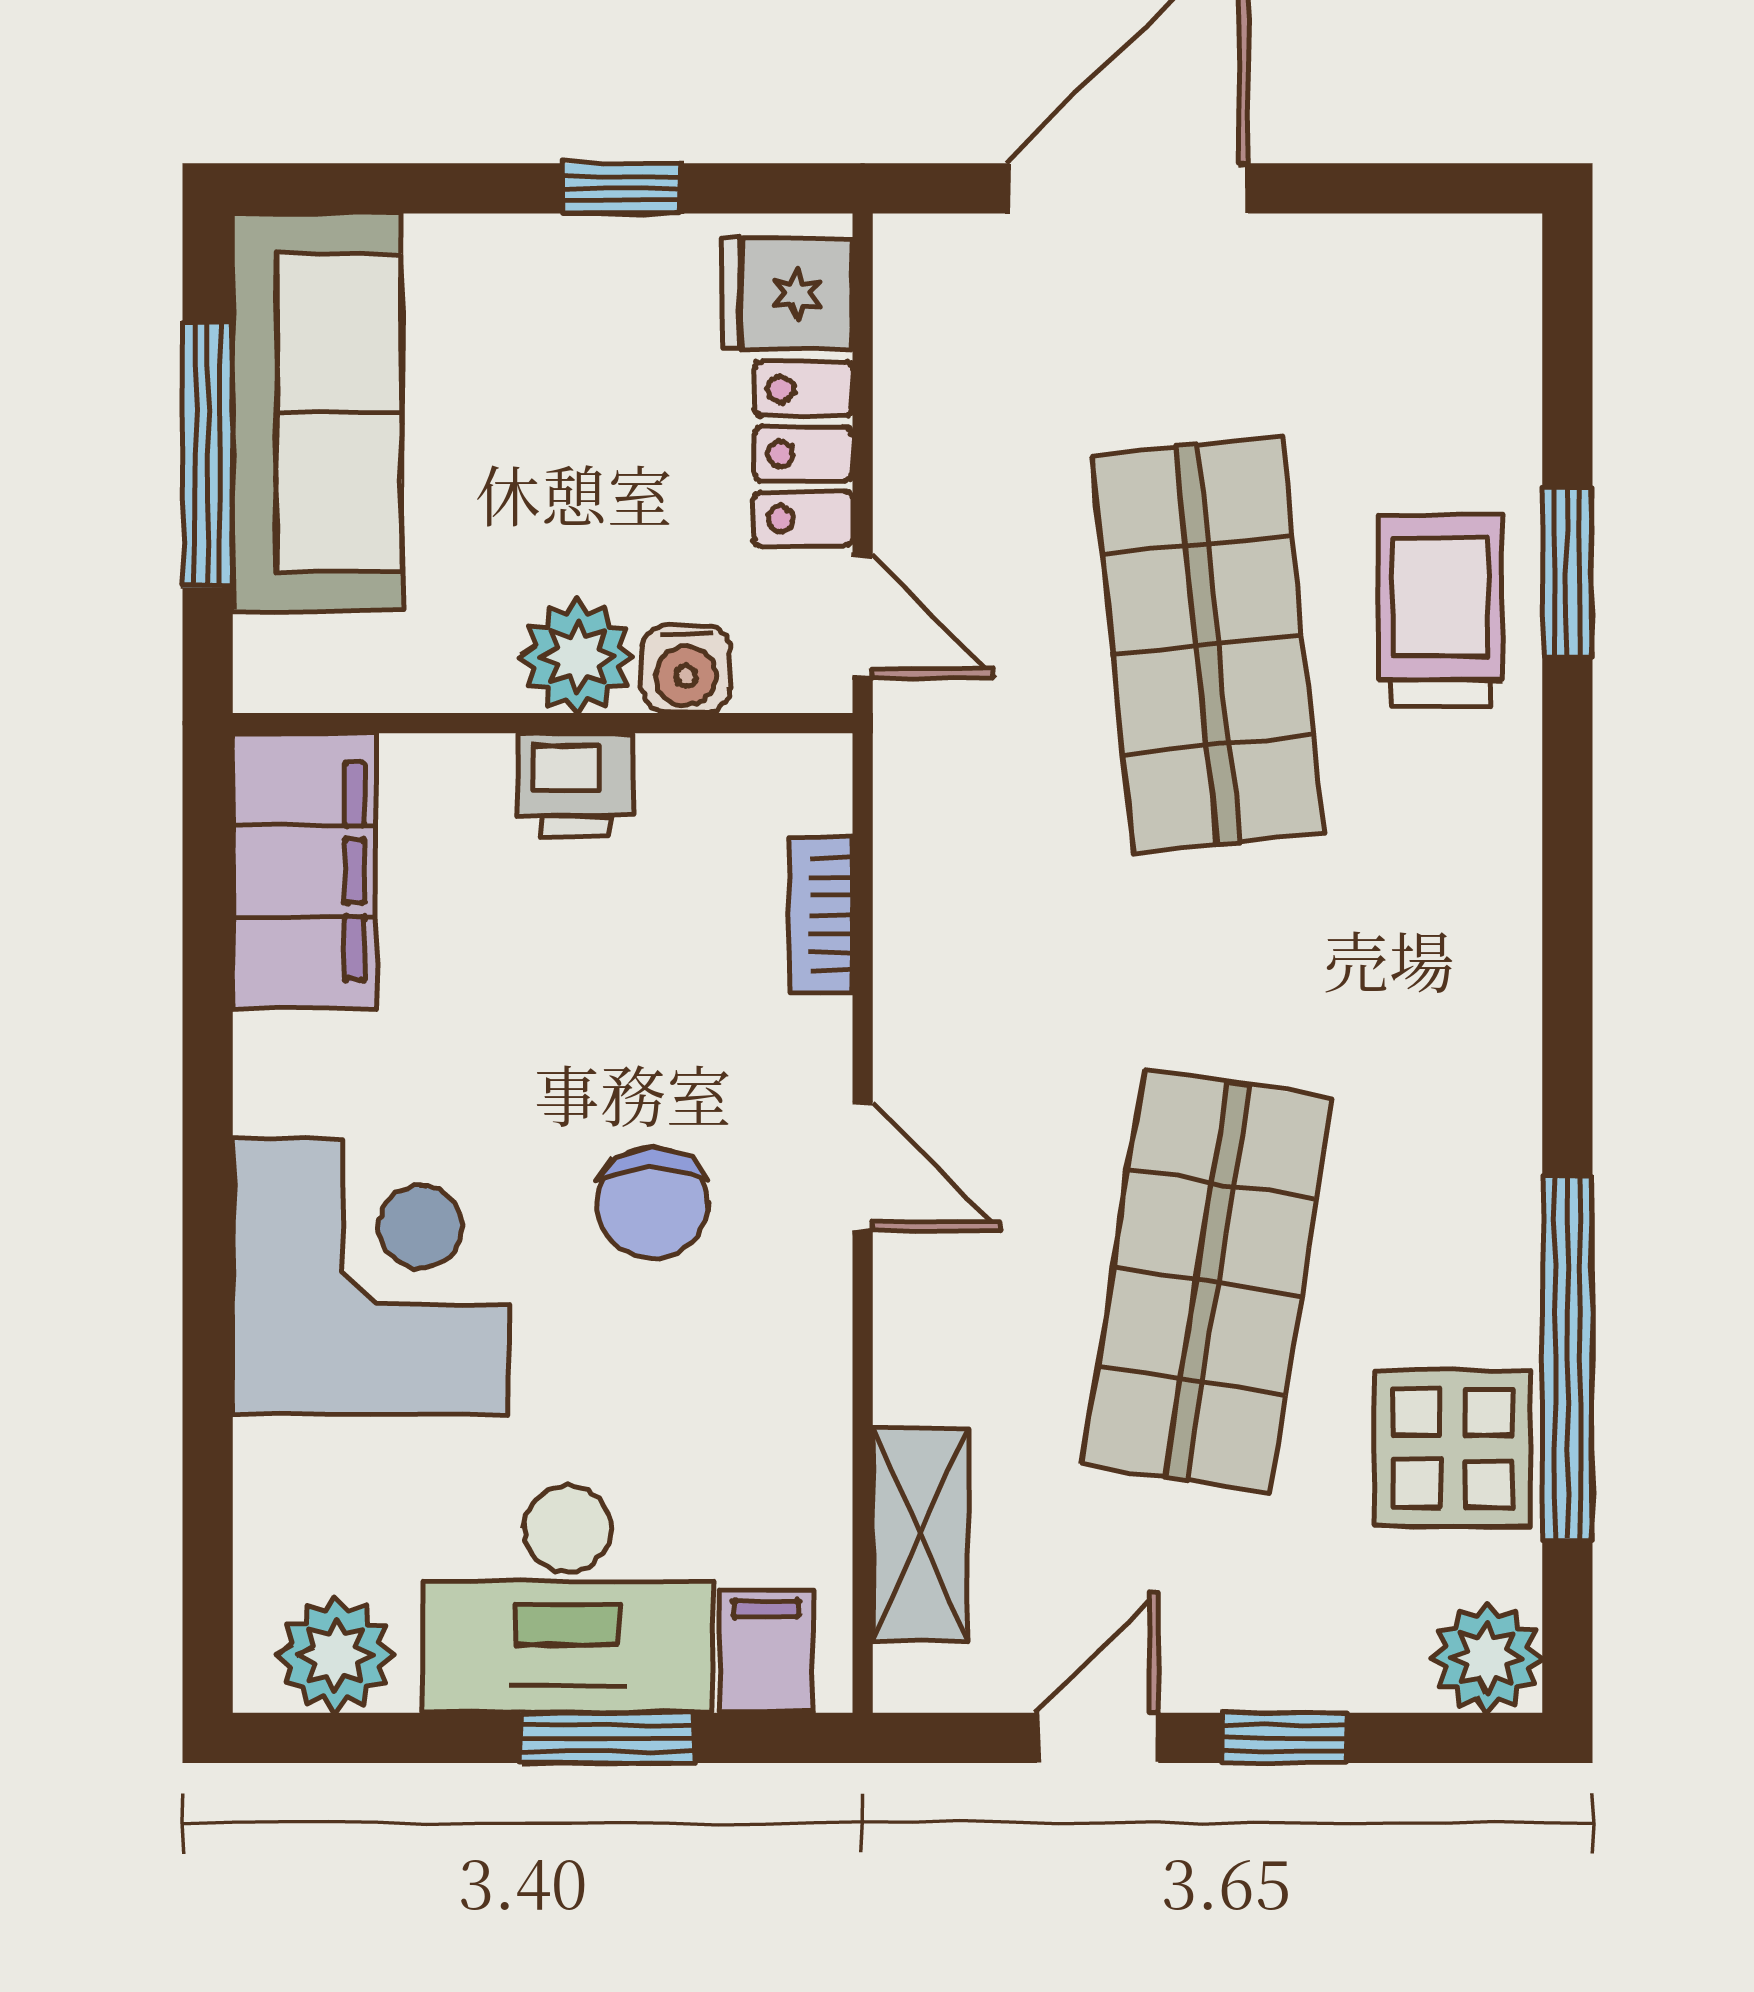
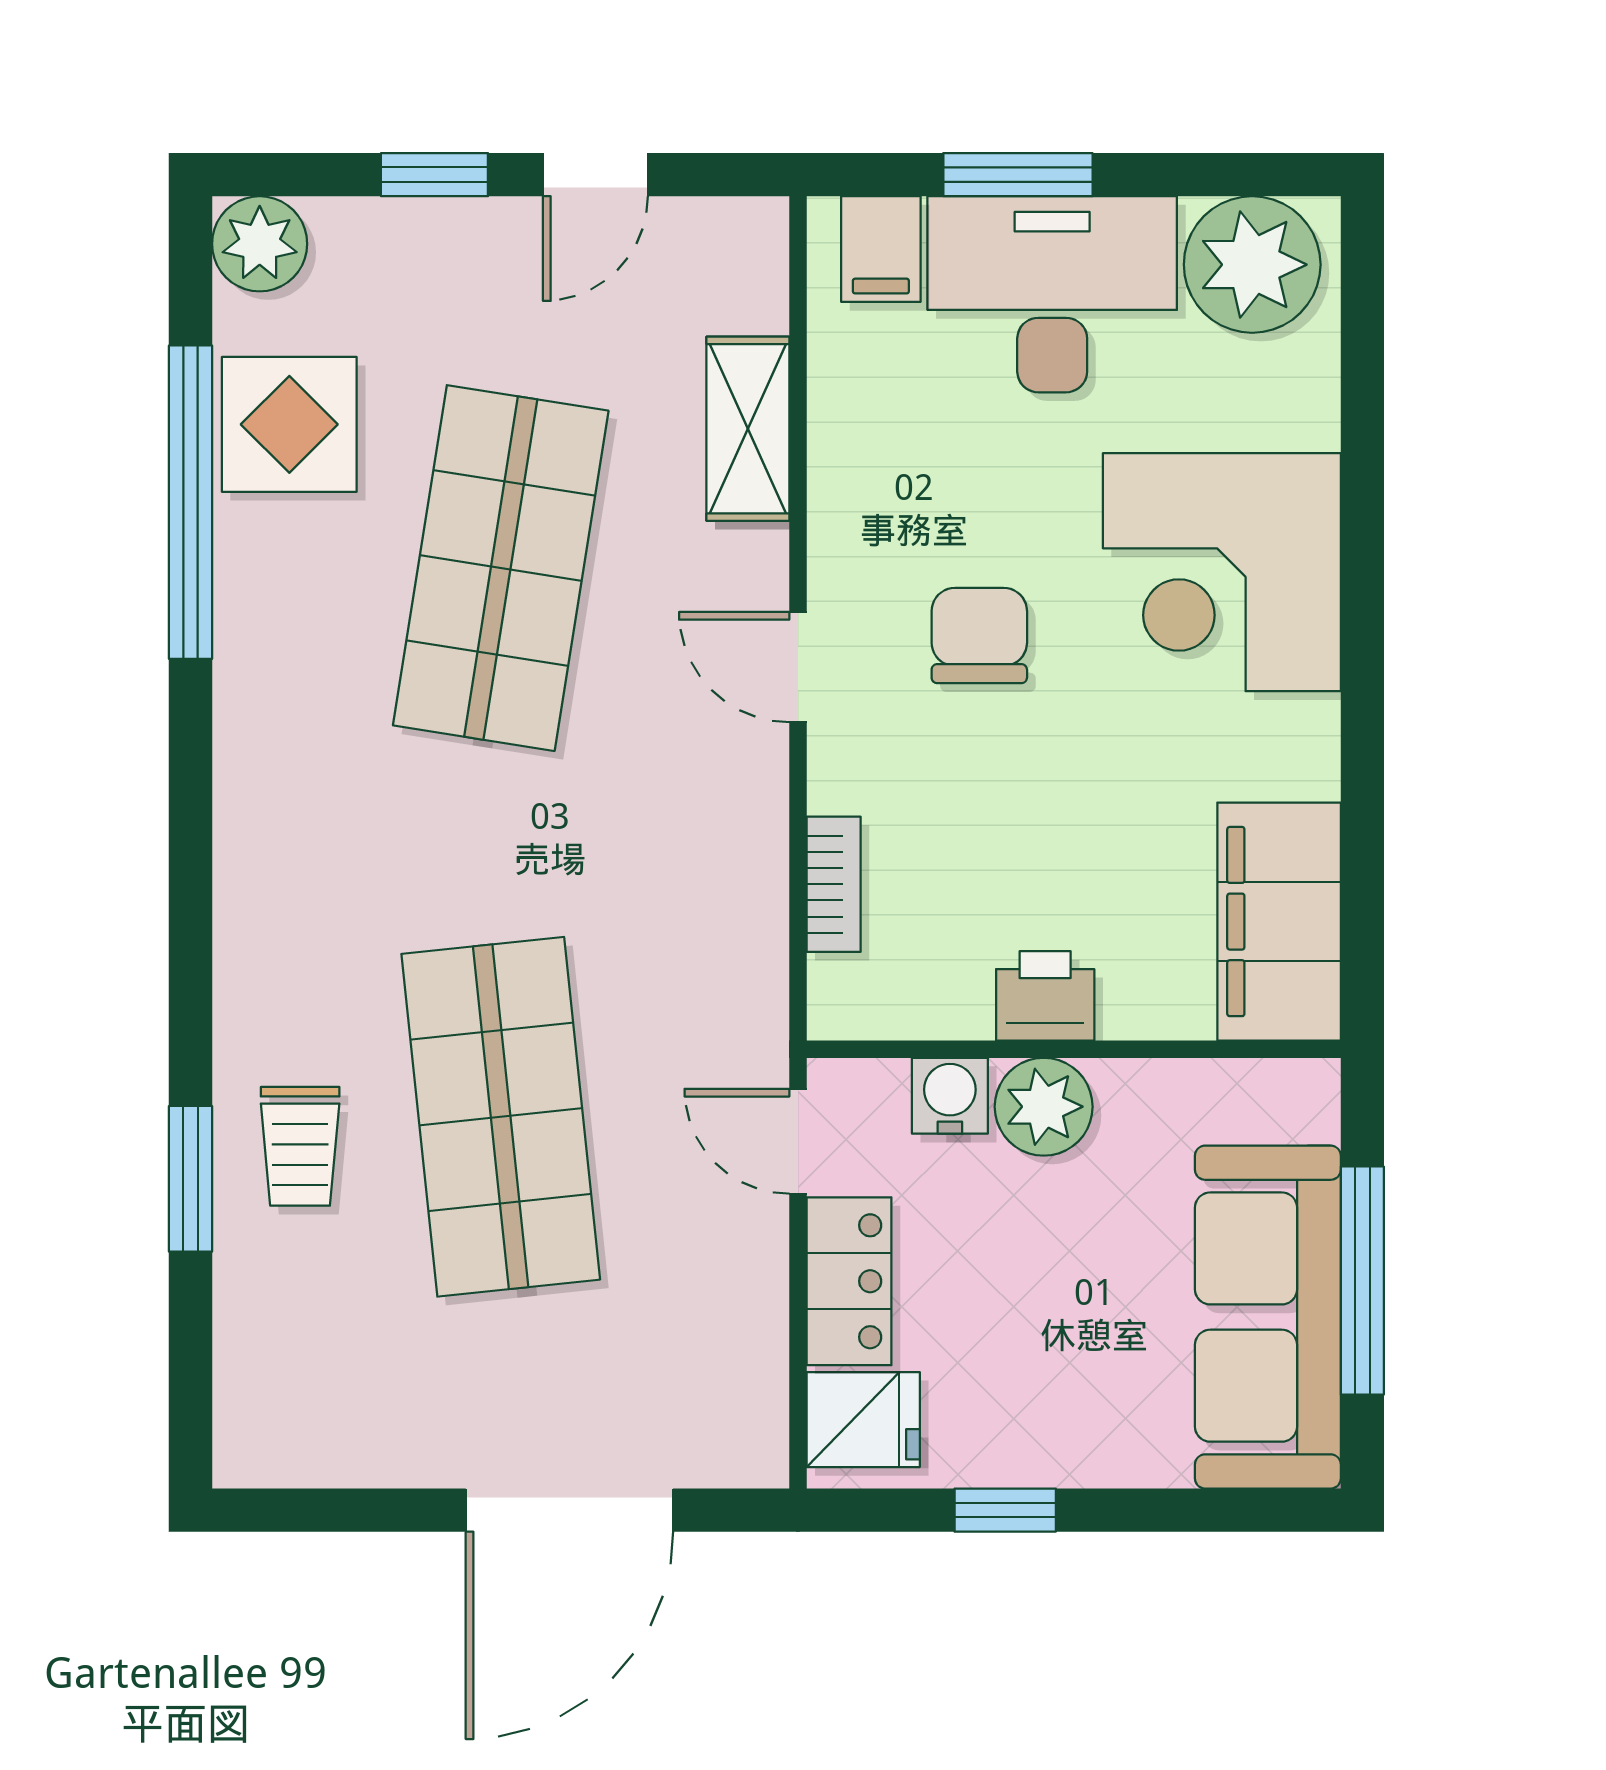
trolley: (1440, 610) -> (300, 1146), width x0.73, depth x0.72
shelving: (921, 1534) -> (748, 429), moved
plant: (335, 1655) -> (1252, 265), width x1.36, depth x1.36

